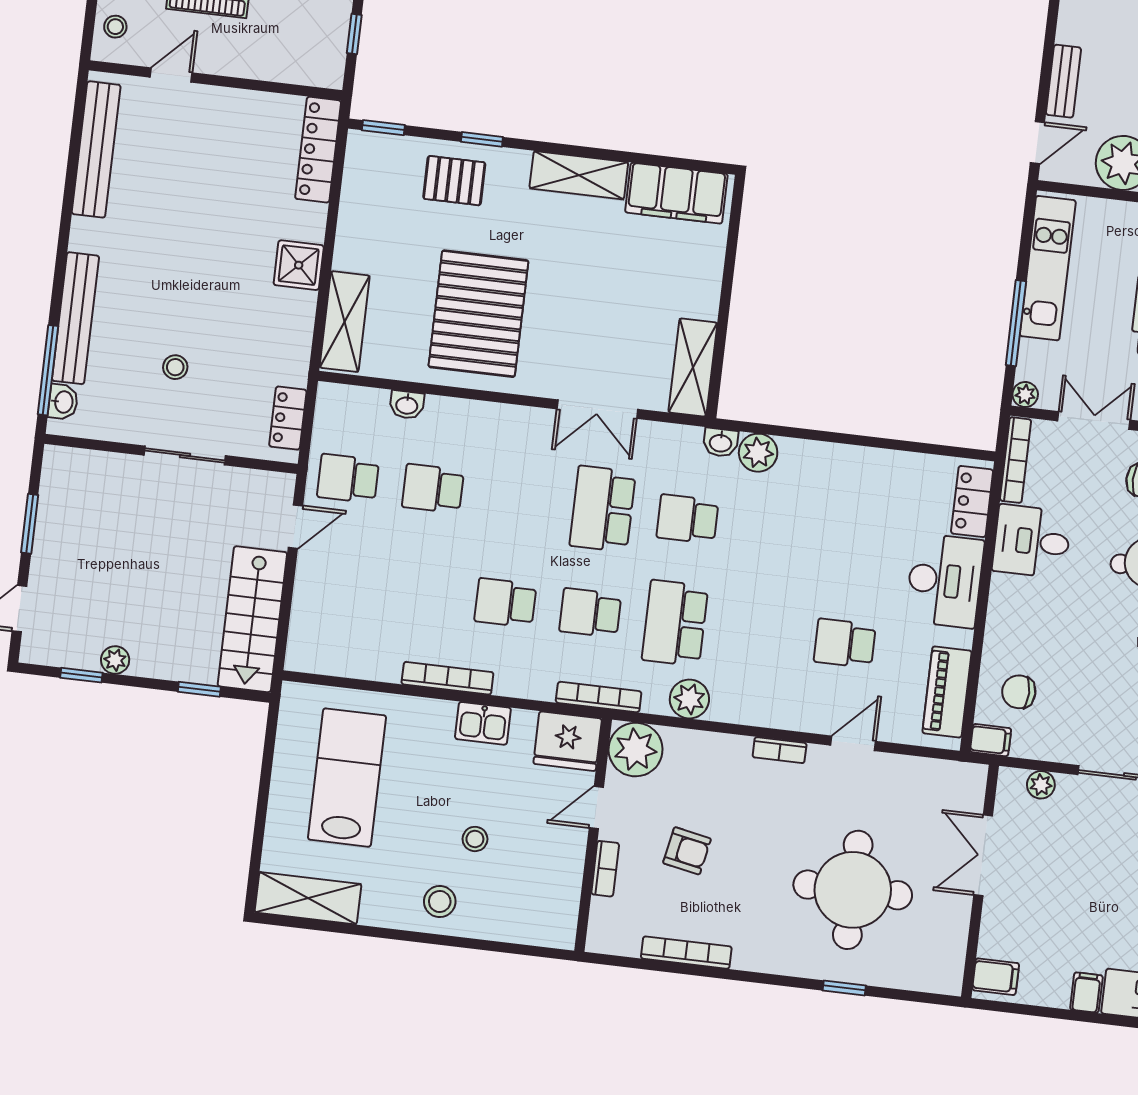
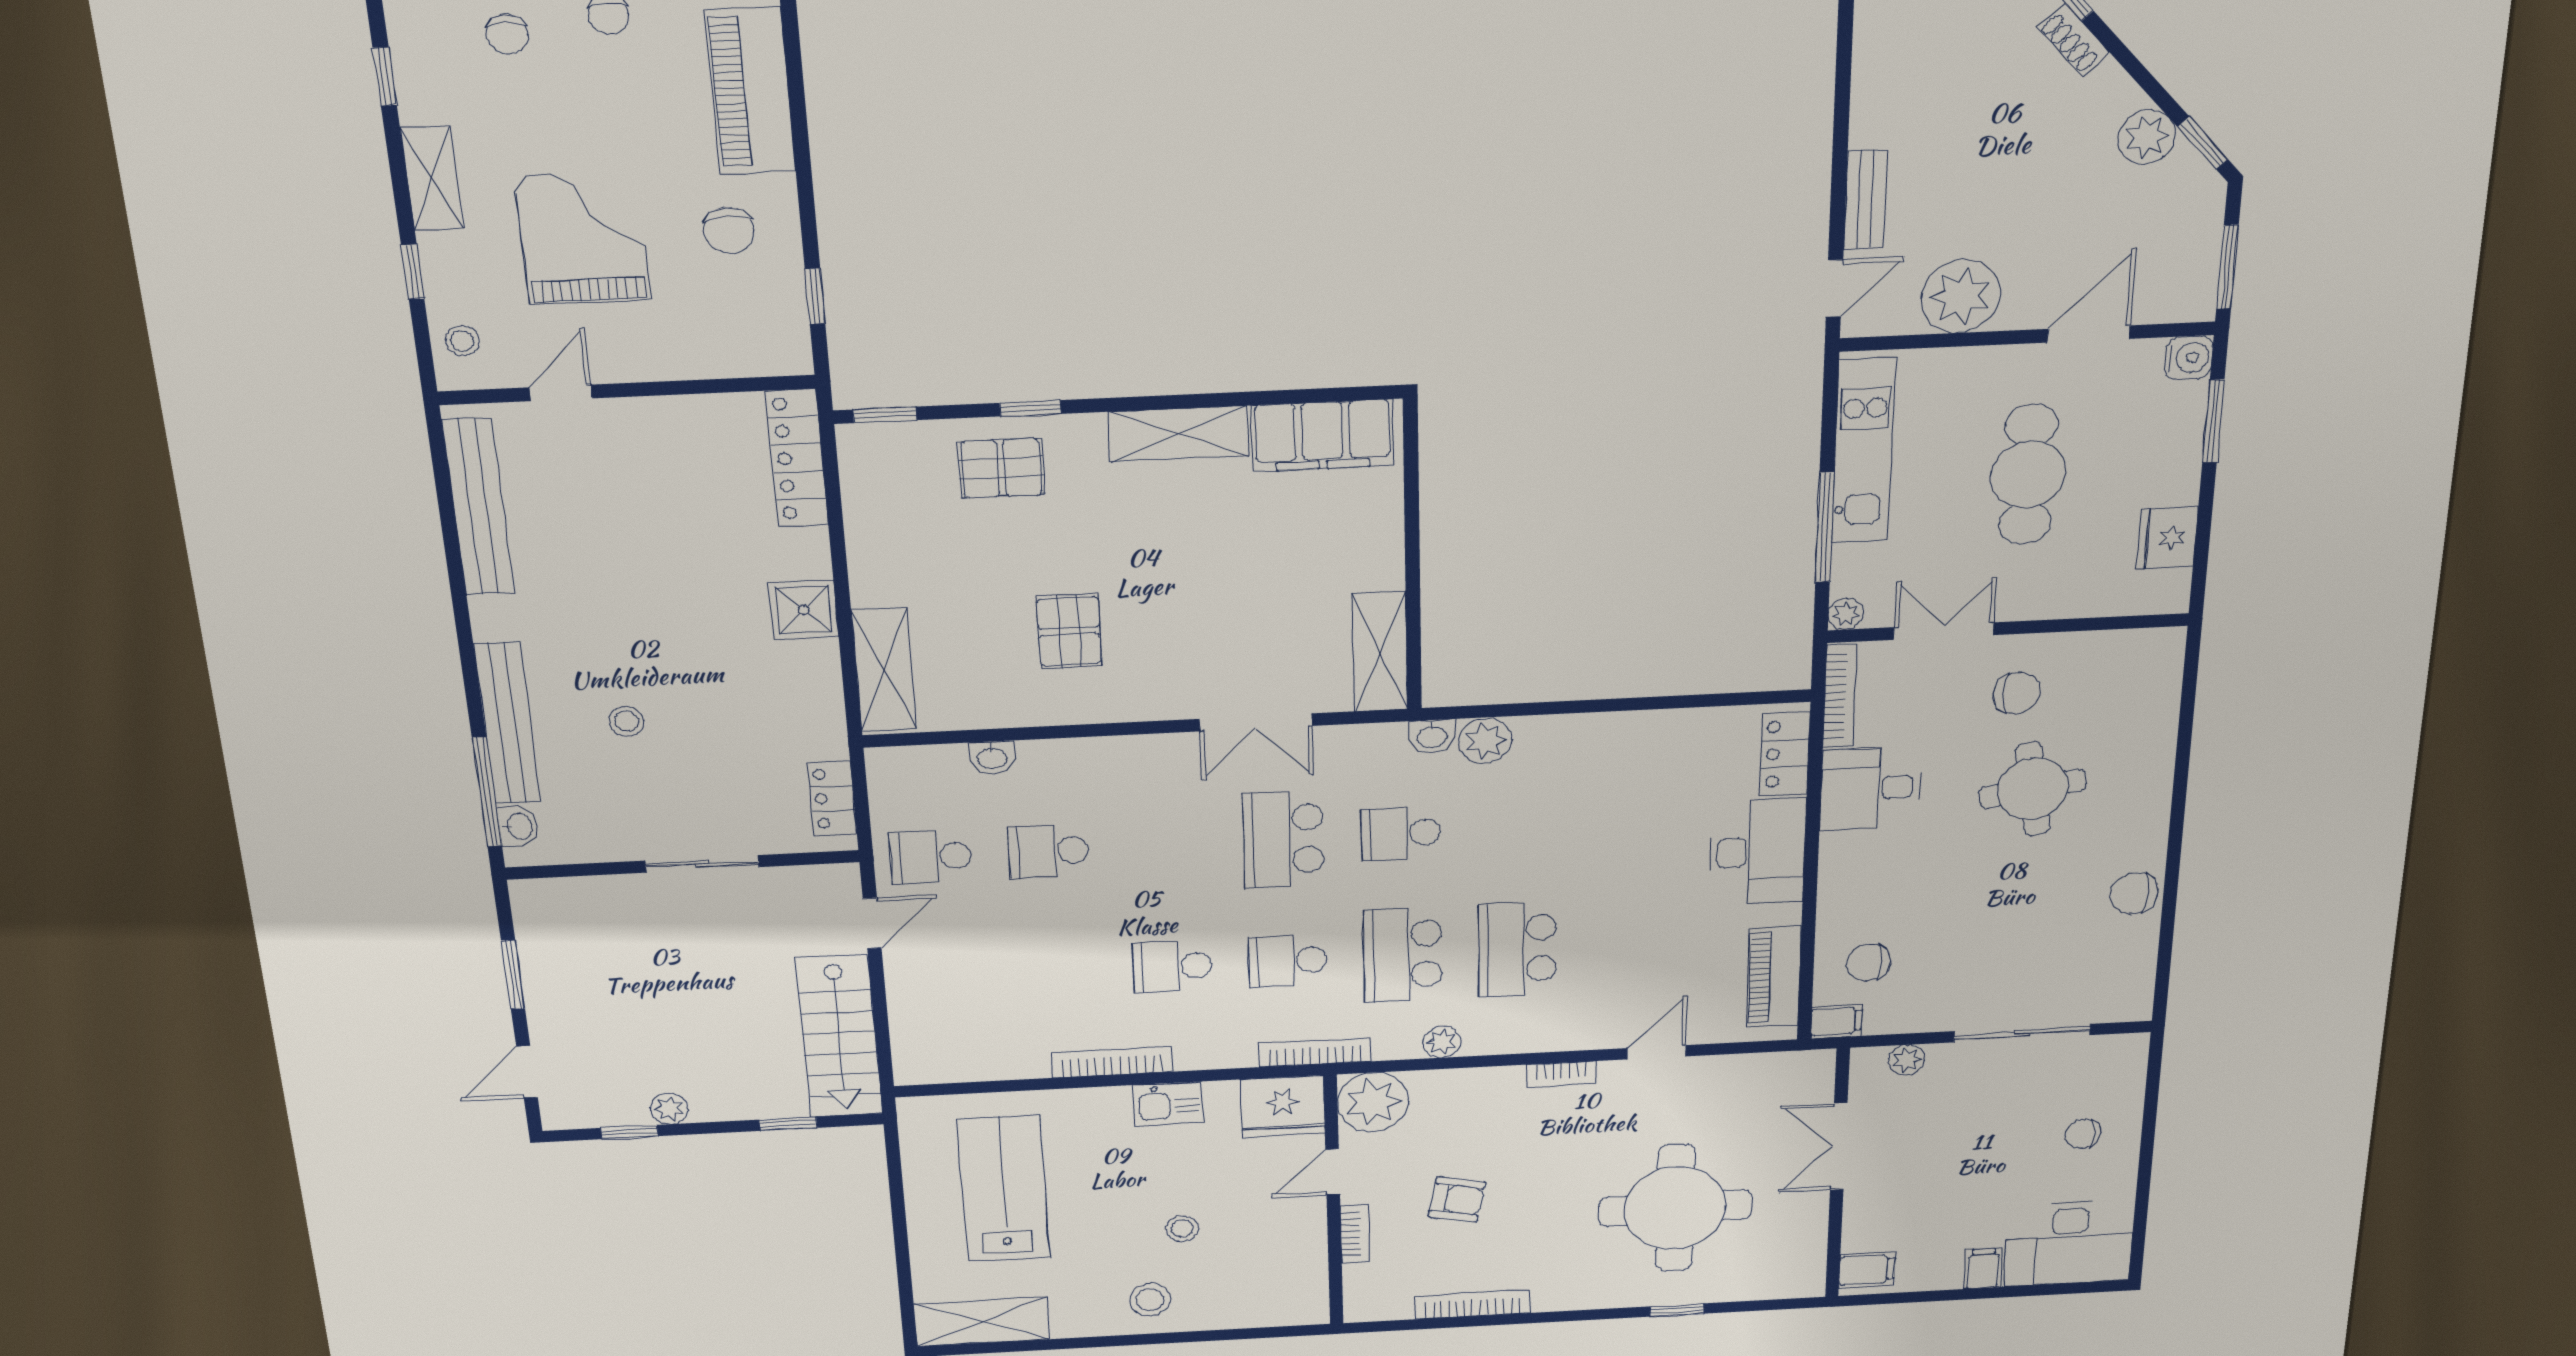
pallet: (478, 314) -> (1069, 631), width x0.49, depth x0.50
stool: (175, 367) -> (627, 721), moved
school desk: (845, 643) -> (1517, 949), moved, width x1.85
plant: (689, 699) -> (1442, 1042), width x0.73, depth x0.73

